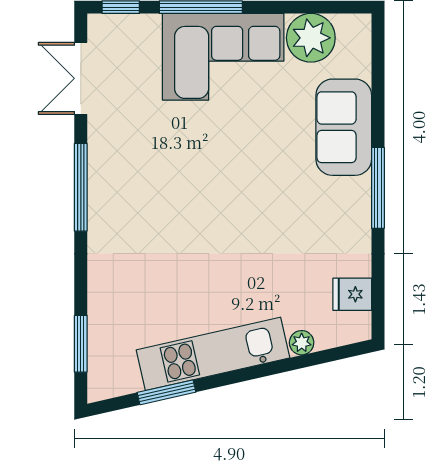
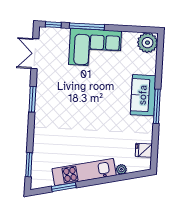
plant: (311, 38) -> (147, 43), moved
sofa: (344, 127) -> (143, 95), moved
window: (81, 187) -> (32, 99), width x0.69

